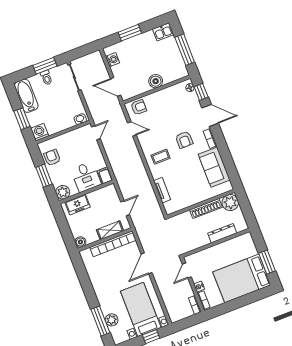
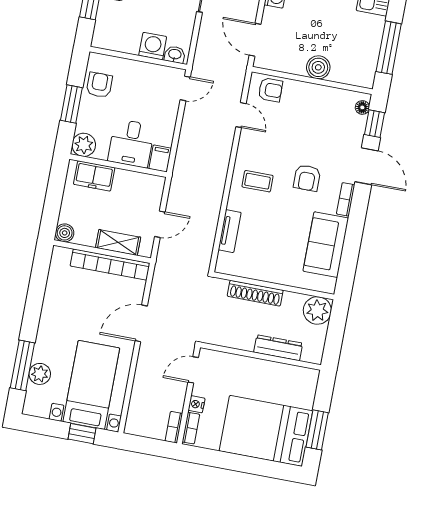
washing machine: (40, 132) -> (153, 46), moved
shoe rack: (206, 209) -> (255, 293), moved

